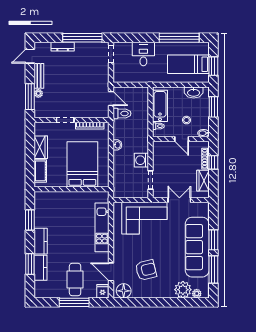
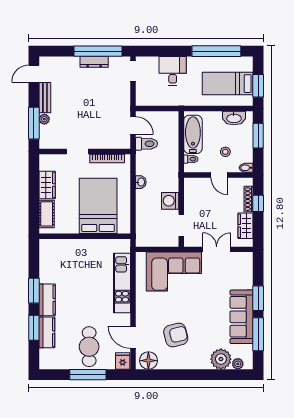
dresser: (63, 47) -> (94, 62), moved
window: (30, 220) -> (34, 291), moved
sofa: (197, 247) -> (241, 317), width x0.74, depth x0.79

